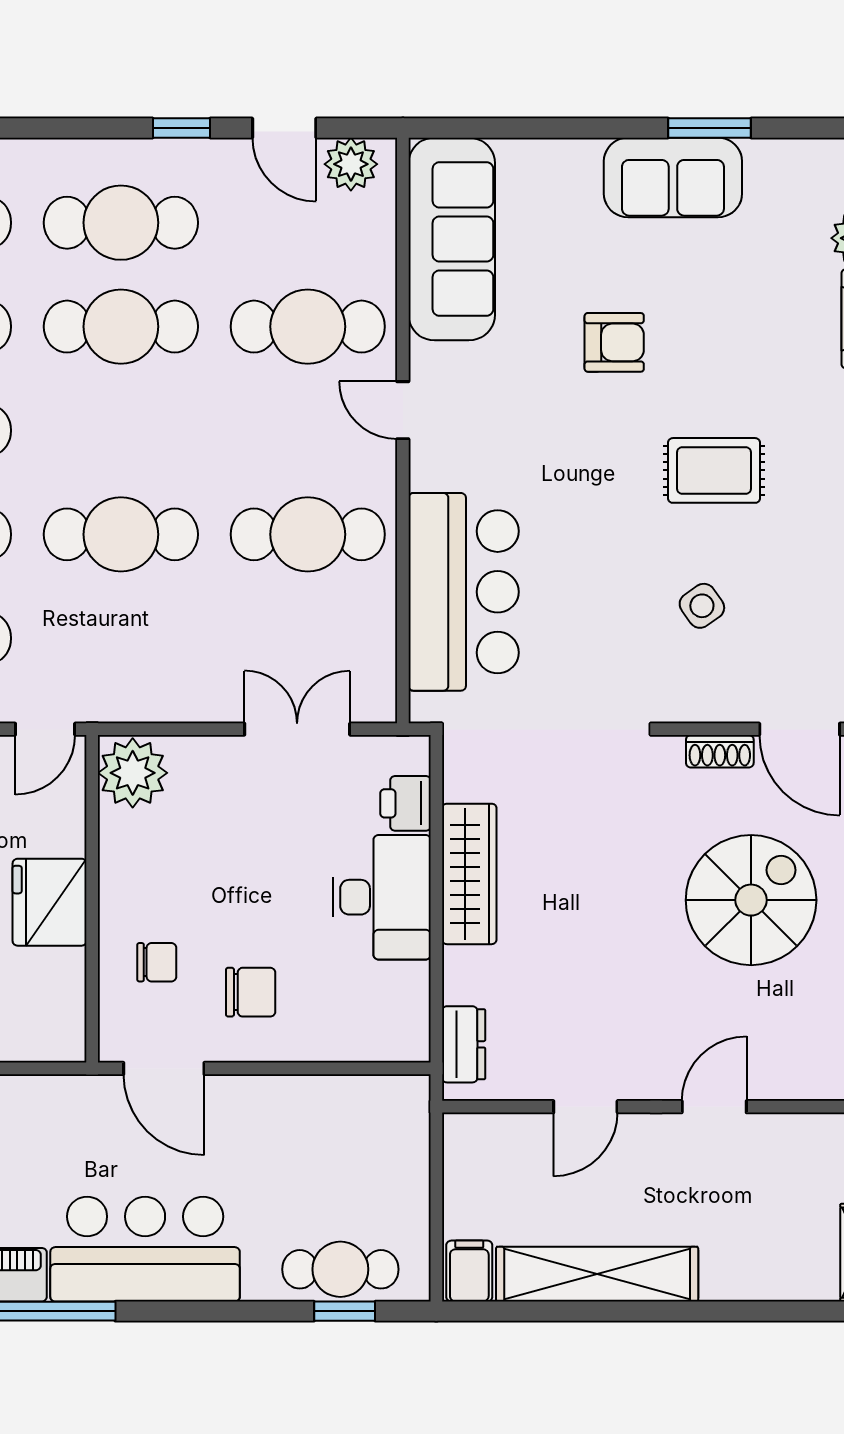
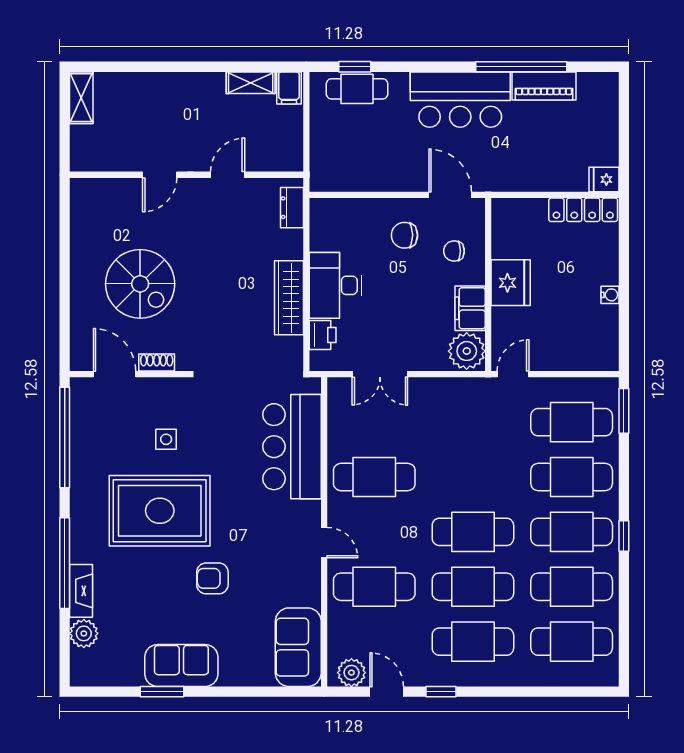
sofa: (452, 239) -> (298, 647), width x0.73
rug: (714, 470) -> (160, 511), width x1.86, depth x2.06
cafe table: (121, 534) -> (473, 532), moved
side table: (702, 606) -> (166, 439), turned 35
filing cabinet: (126, 854) -> (470, 308), added
spiral stairs: (751, 900) -> (140, 284), turned -90
shelving: (597, 1274) -> (251, 83), width x0.45, depth x0.75

